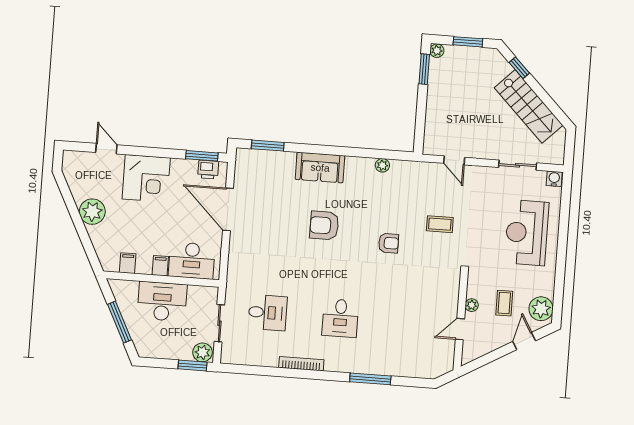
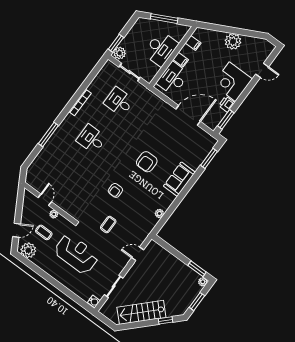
printer: (208, 170) -> (227, 104), moved
armchair: (324, 225) -> (147, 162), turned 180
reception desk: (527, 233) -> (76, 254), moved
desk: (268, 313) -> (119, 102), turned 90
door: (524, 341) -> (17, 230), hinge flipped

